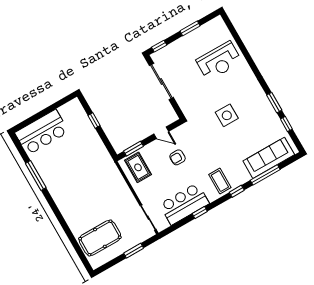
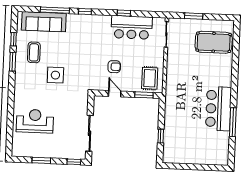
bar counter: (42, 132) -> (218, 109), moved, turned -90
coffee table: (220, 181) -> (34, 52), moved

